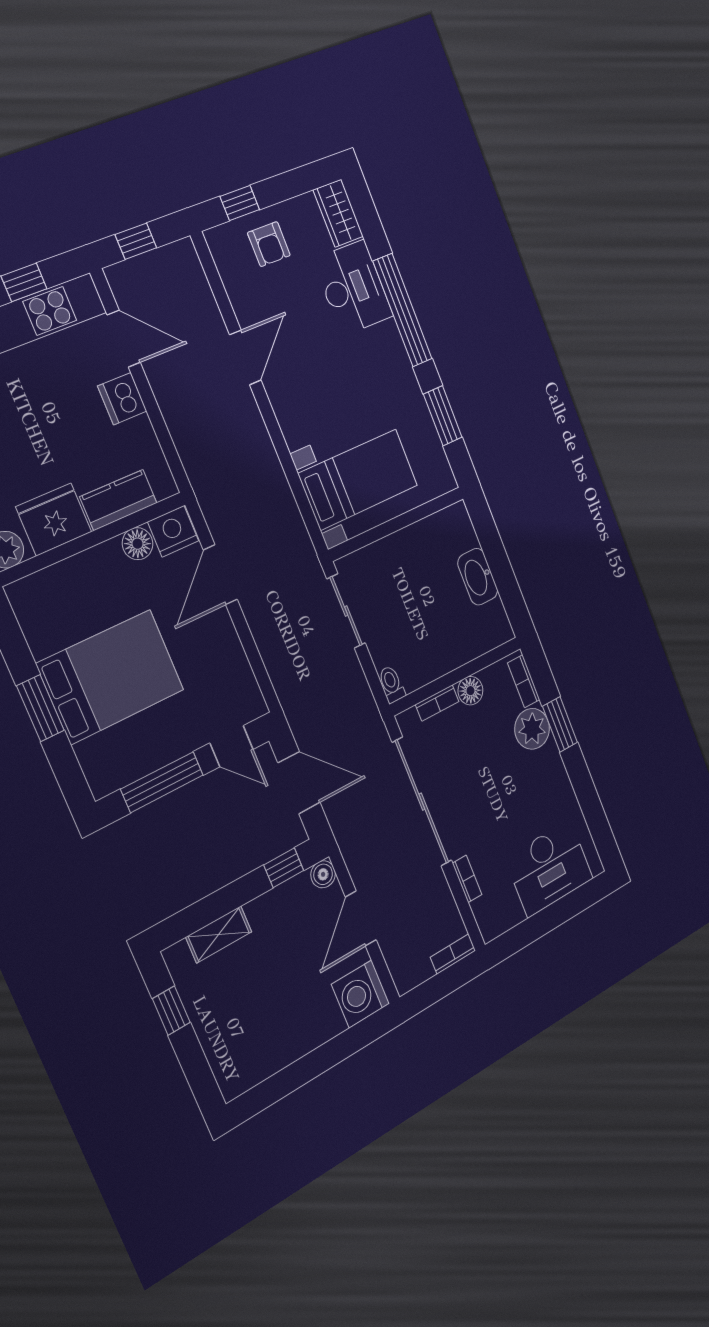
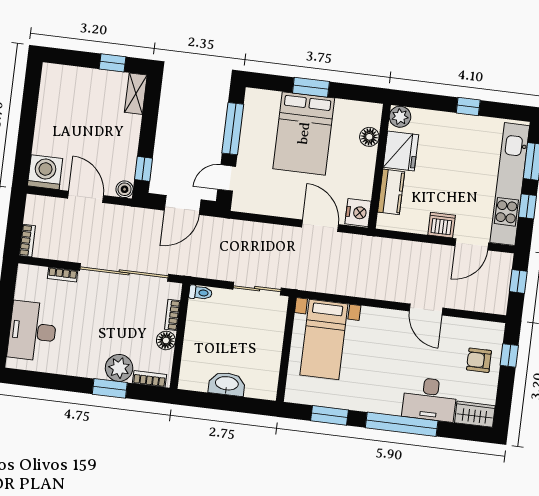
floor lamp: (138, 544) -> (369, 137), moved
shelving: (219, 934) -> (136, 94), moved

